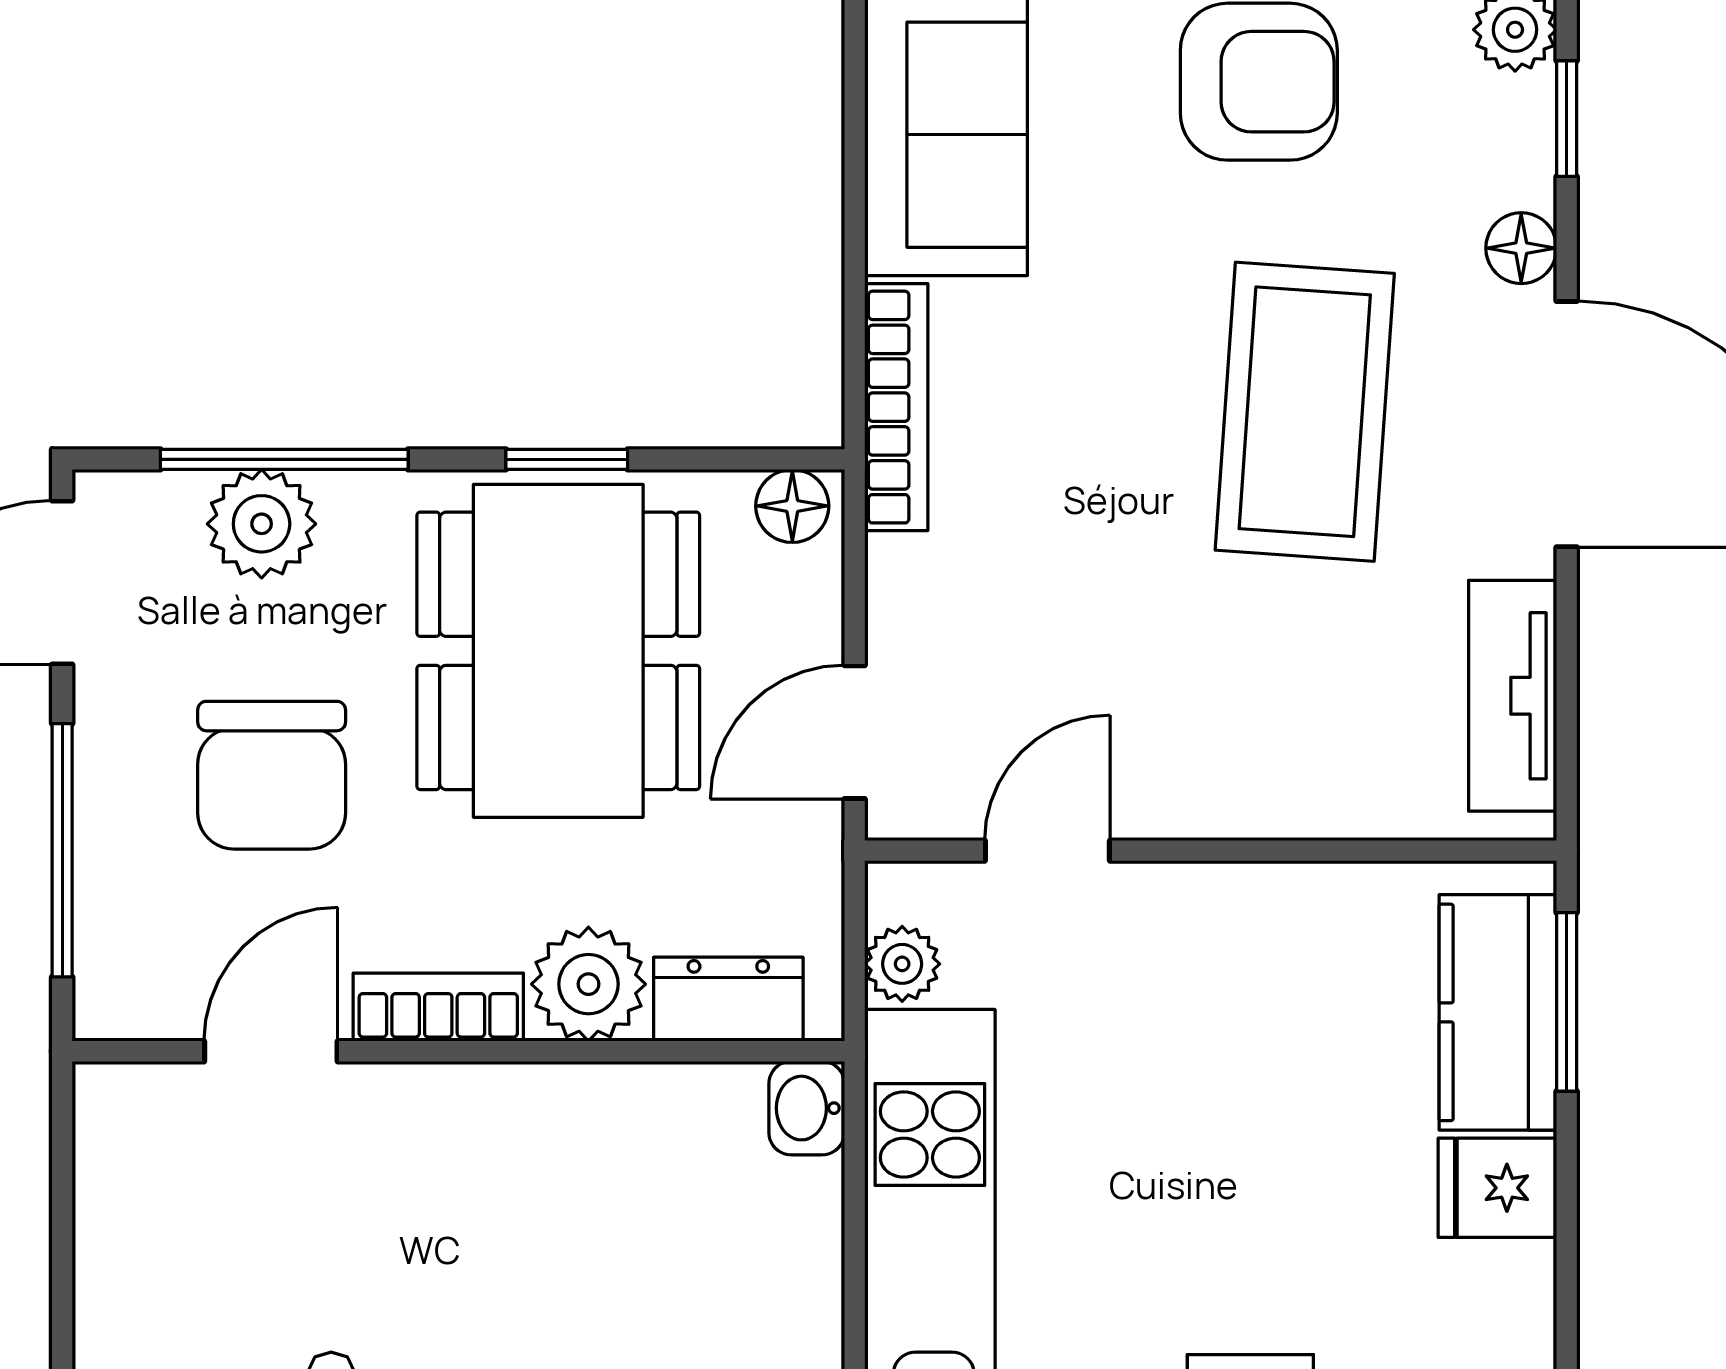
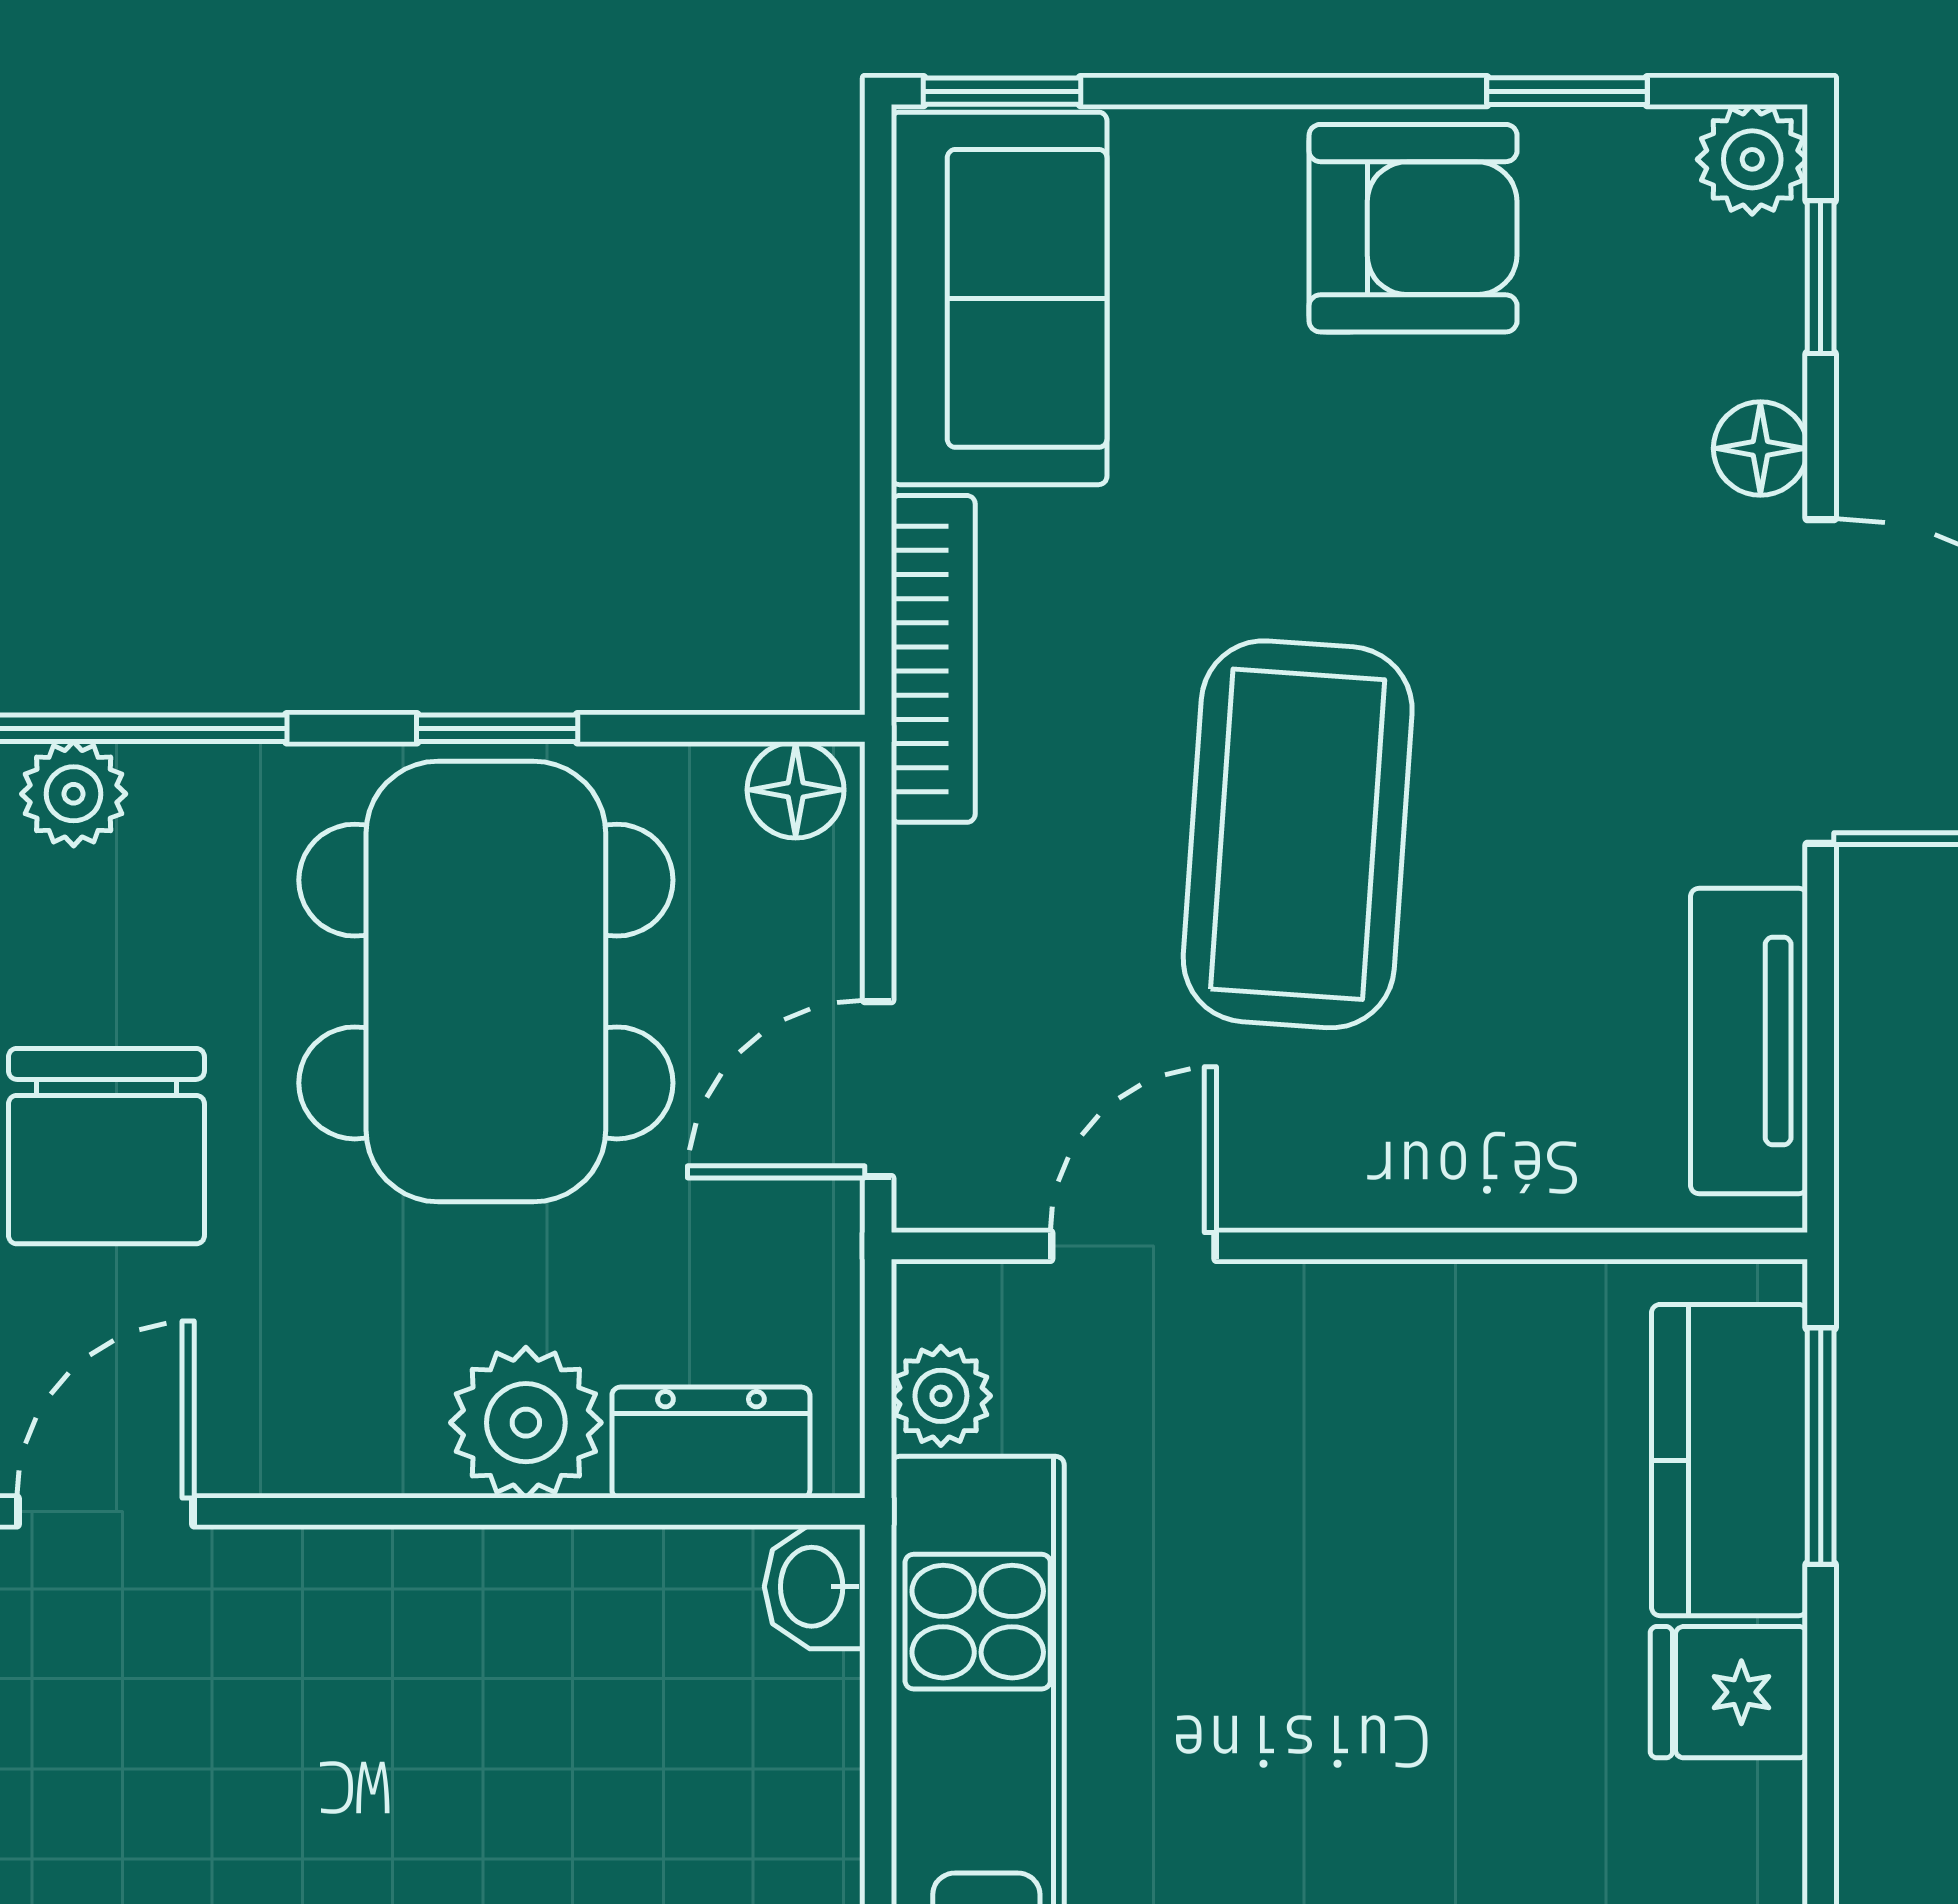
coffee table: (1305, 412) -> (1298, 834), moved
plant: (262, 524) -> (74, 794), width x0.73, depth x0.73
bookcase: (438, 1007) -> (327, 1453), removed

